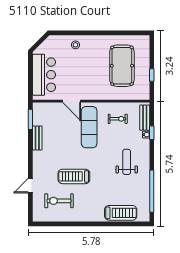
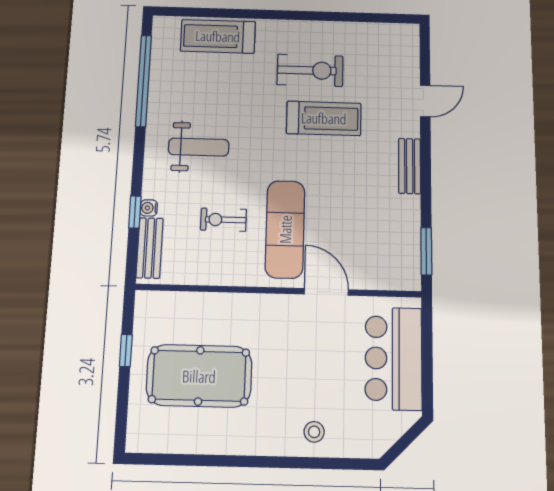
pool table: (122, 66) -> (199, 376), turned 90
exercise bike: (118, 119) -> (223, 220), moved
bench: (37, 138) -> (410, 166), moved
weight bench: (127, 162) -> (199, 147), turned -90
exercise bike: (59, 201) -> (310, 70), moved

